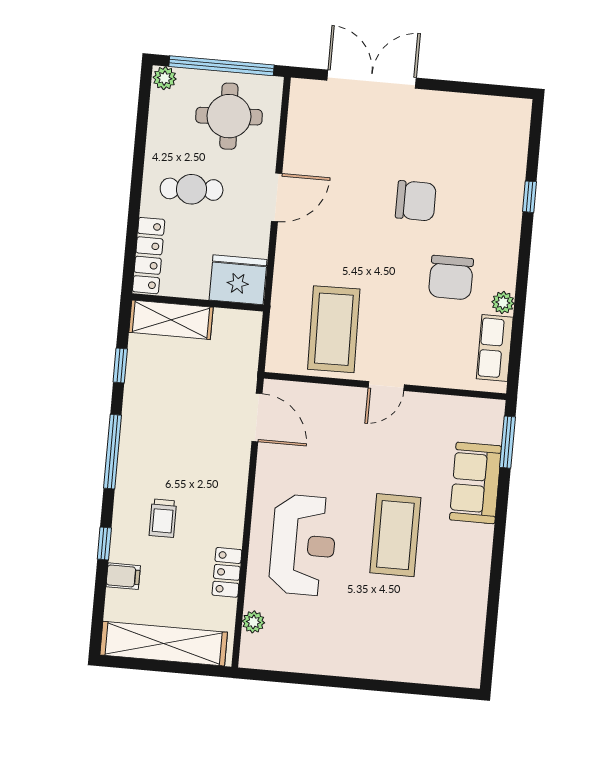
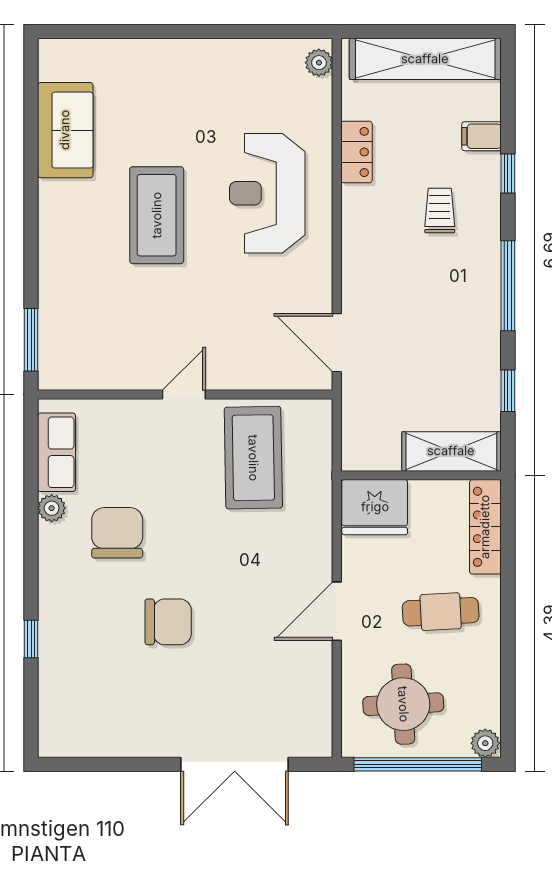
chair: (416, 201) -> (168, 622), turned 180
sofa: (476, 483) -> (65, 130), moved
plant: (253, 622) -> (319, 63), moved

